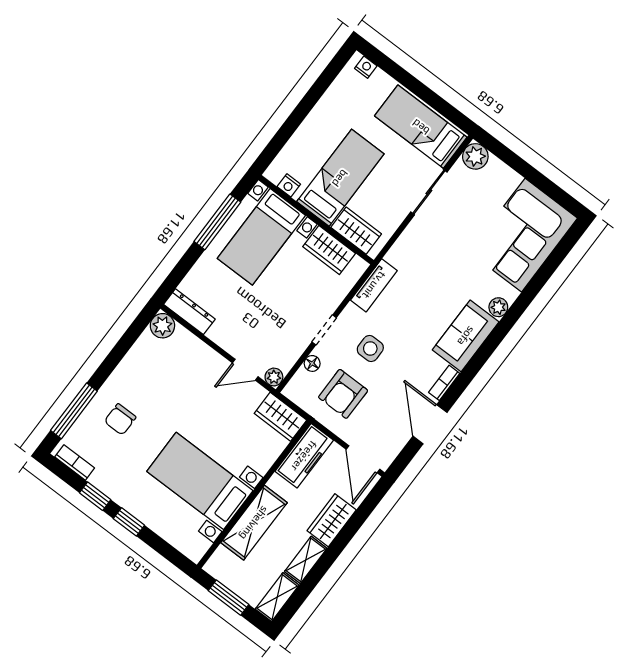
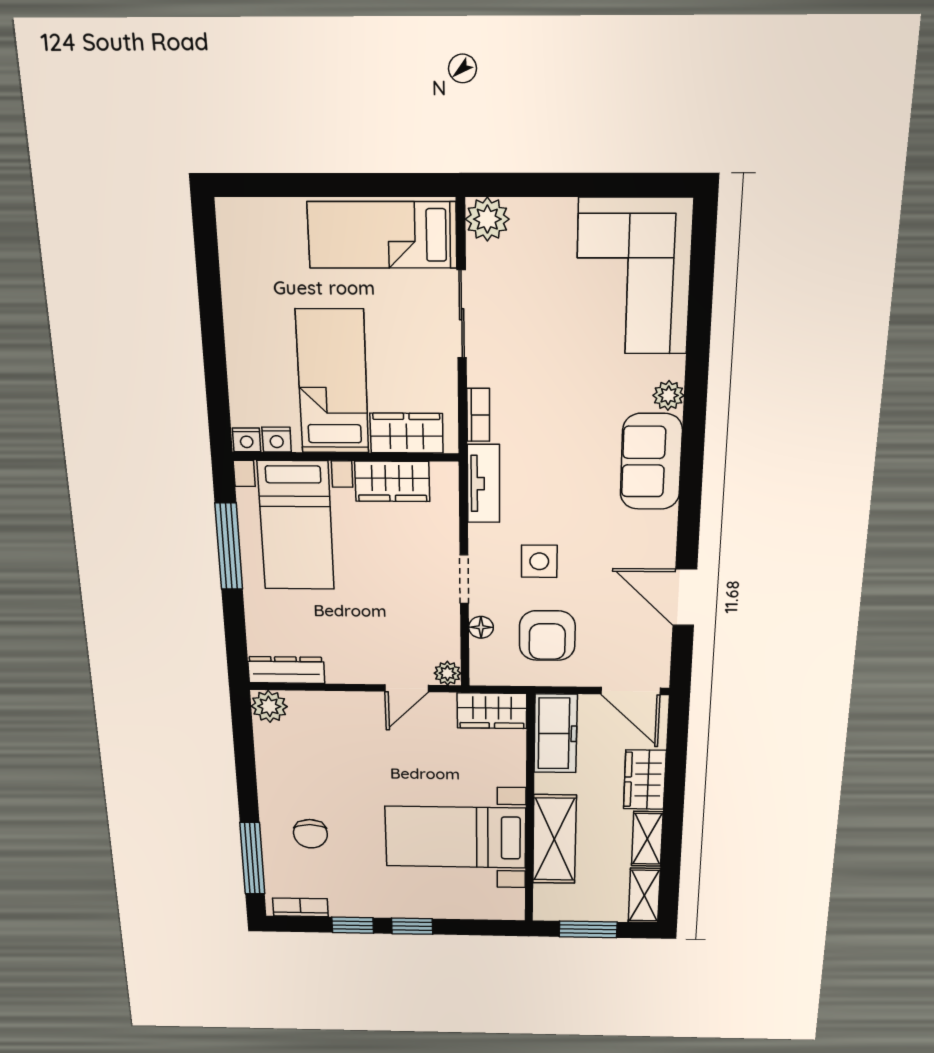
nightstand: (366, 67) -> (247, 440), moved, turned 180
bookcase: (444, 383) -> (478, 415), moved, turned 180

